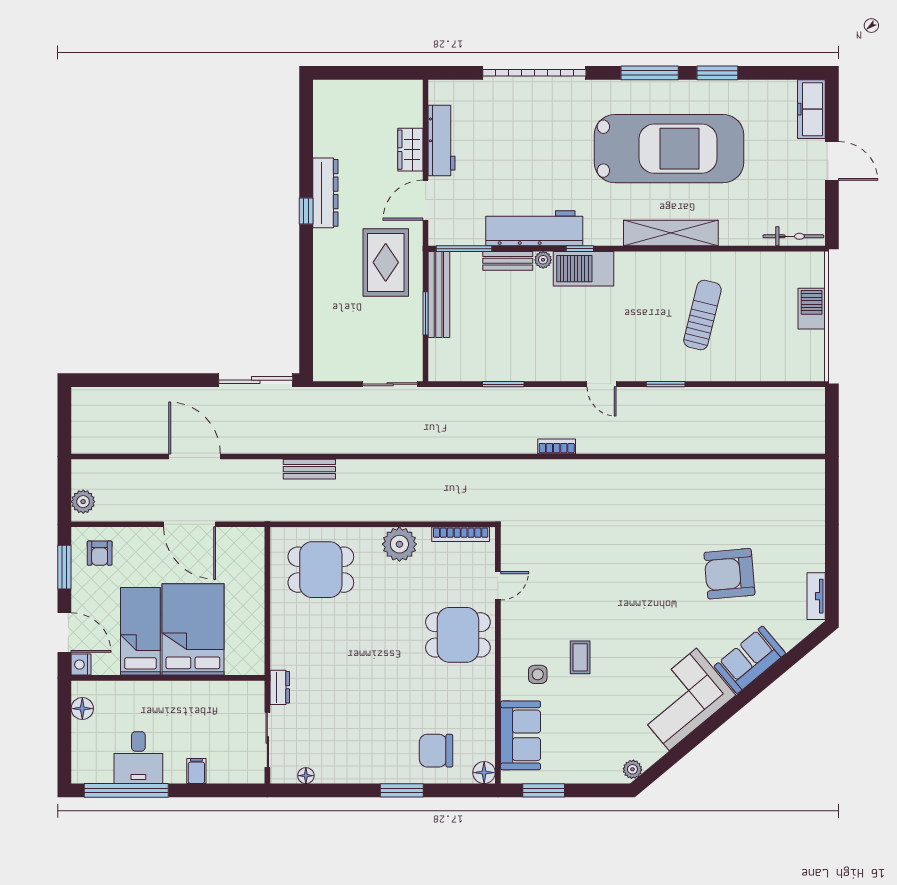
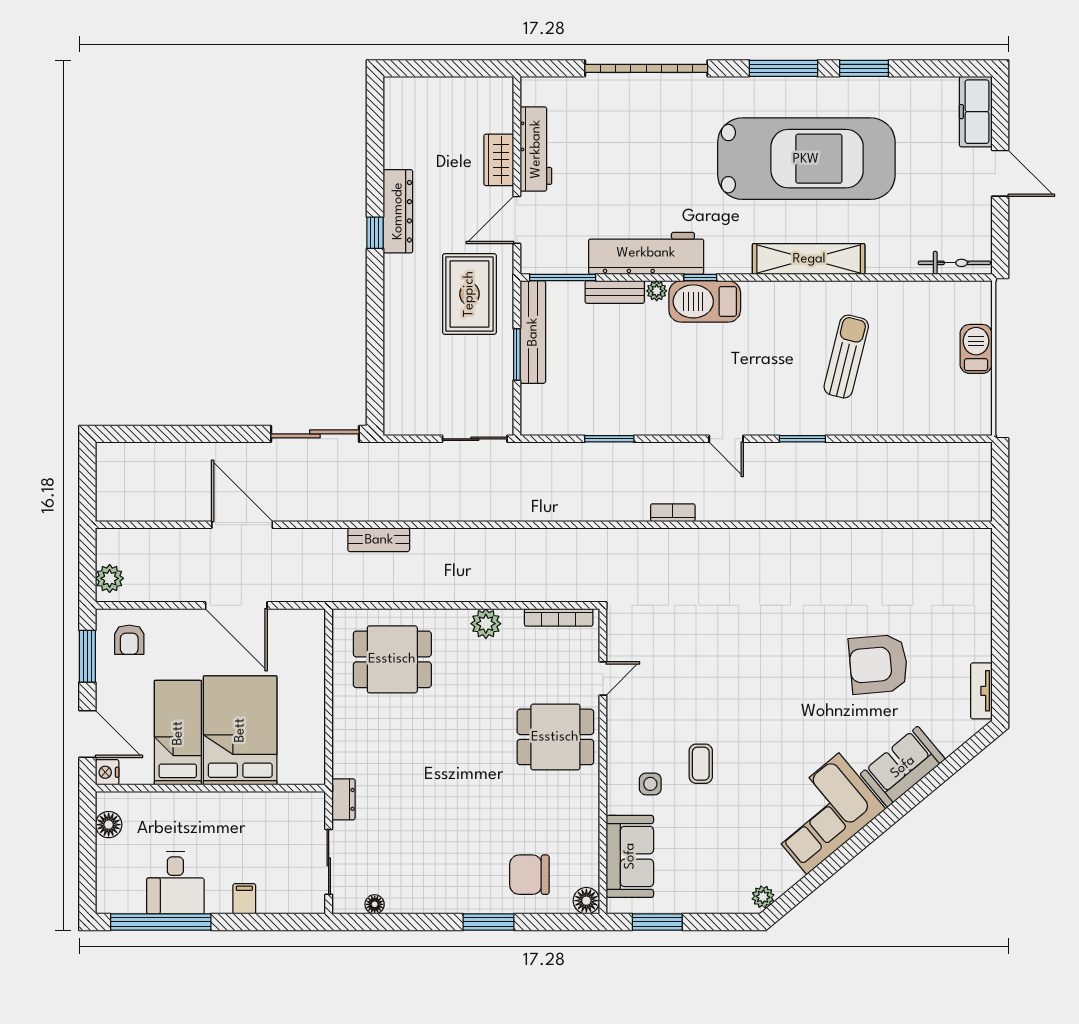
plant: (399, 544) -> (486, 624), width x0.73, depth x0.73

